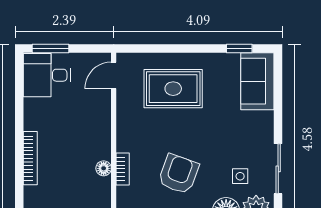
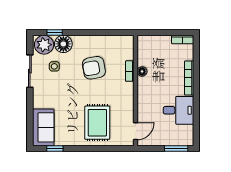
desk: (47, 75) -> (178, 110), moved
rug: (173, 89) -> (97, 123), turned 90
armchair: (179, 174) -> (94, 68), turned 60

